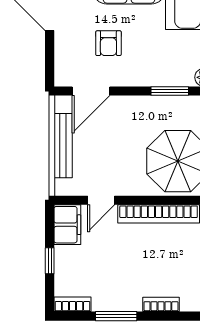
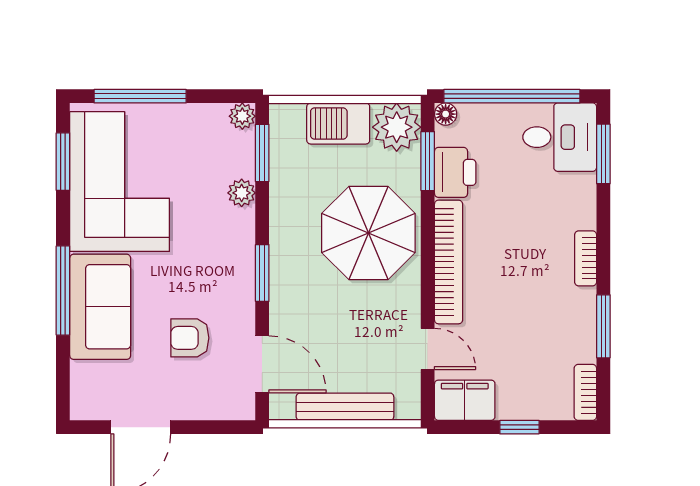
armchair: (108, 43) -> (190, 338), turned 180
window: (170, 91) -> (262, 273), moved

